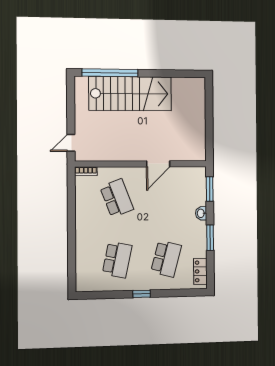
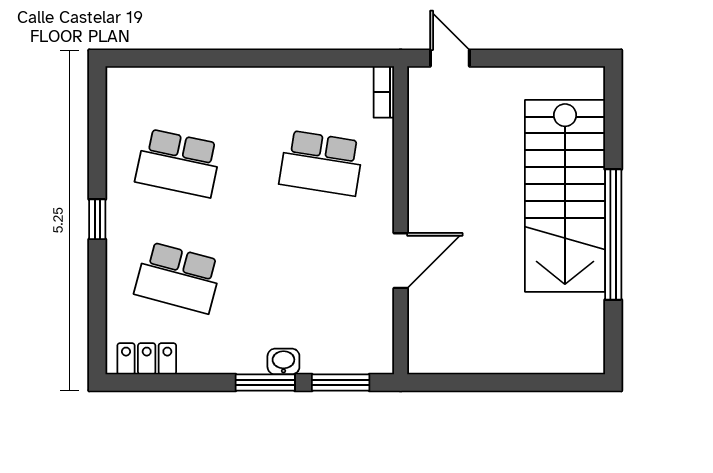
window: (110, 73) -> (613, 234), moved
door: (158, 164) -> (401, 261), swing flipped
school desk: (117, 198) -> (321, 163), turned 30
window: (210, 238) -> (265, 383), moved

